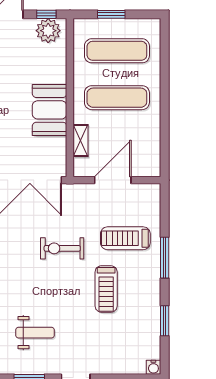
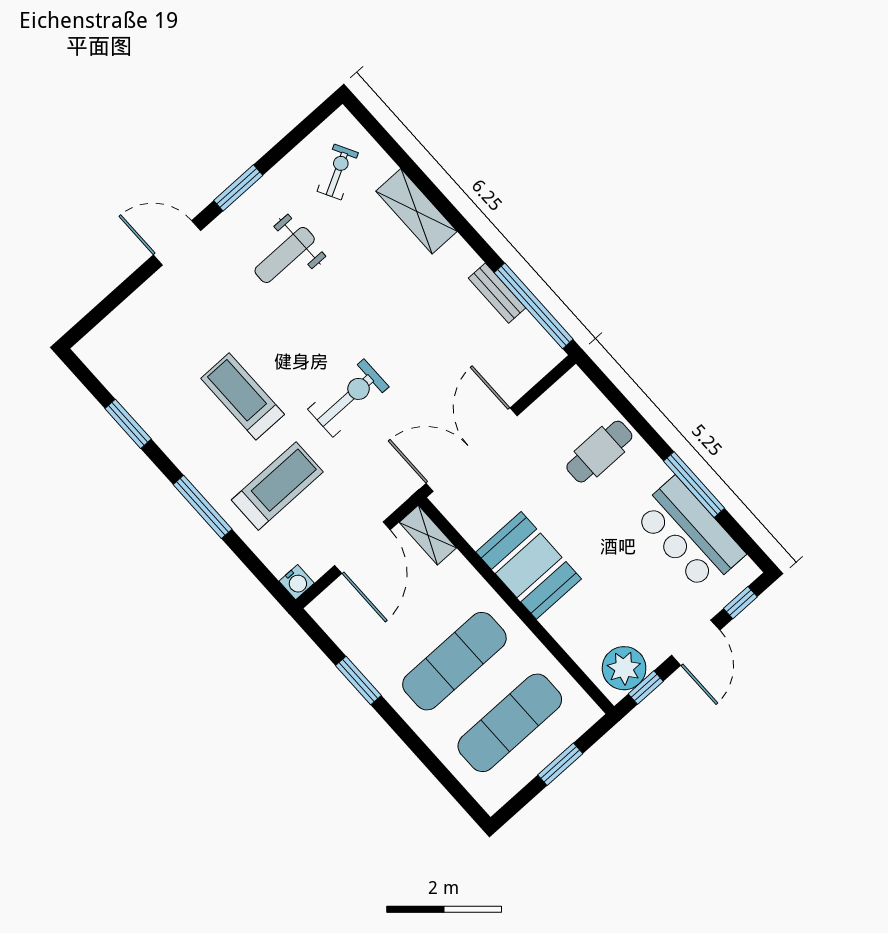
window: (165, 126) -> (358, 681), added
shelving: (81, 140) -> (428, 535), moved
water cooler: (153, 367) -> (297, 582), moved, turned 180

